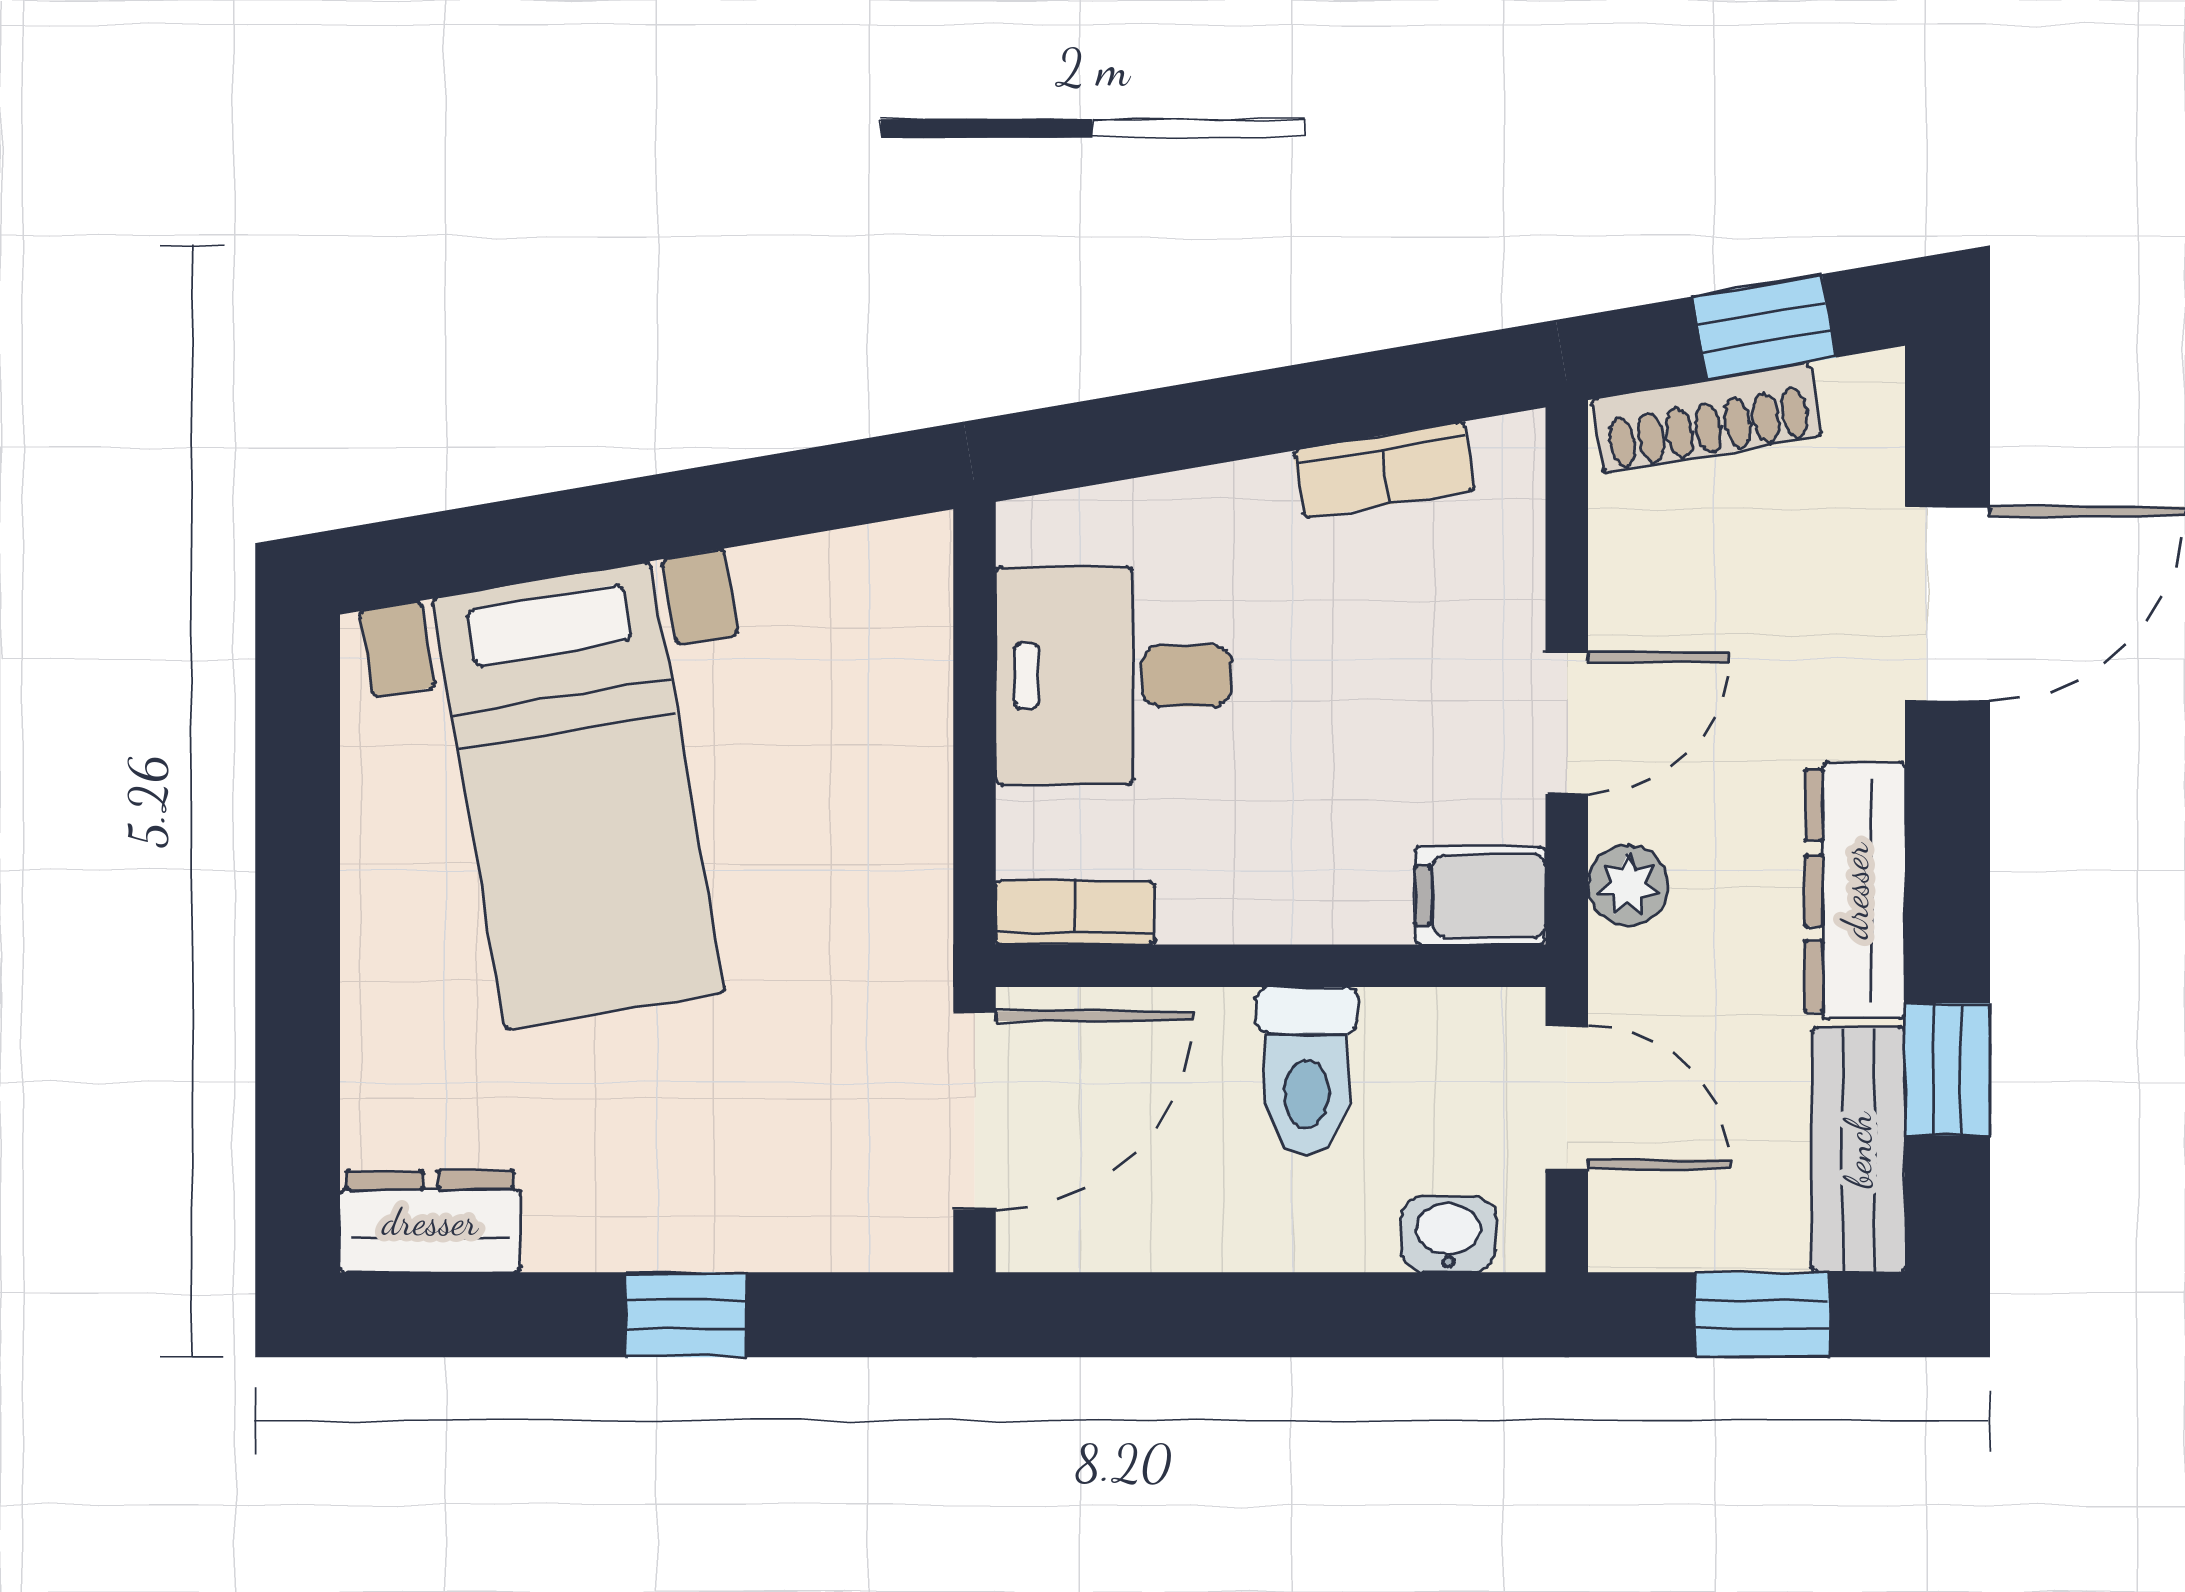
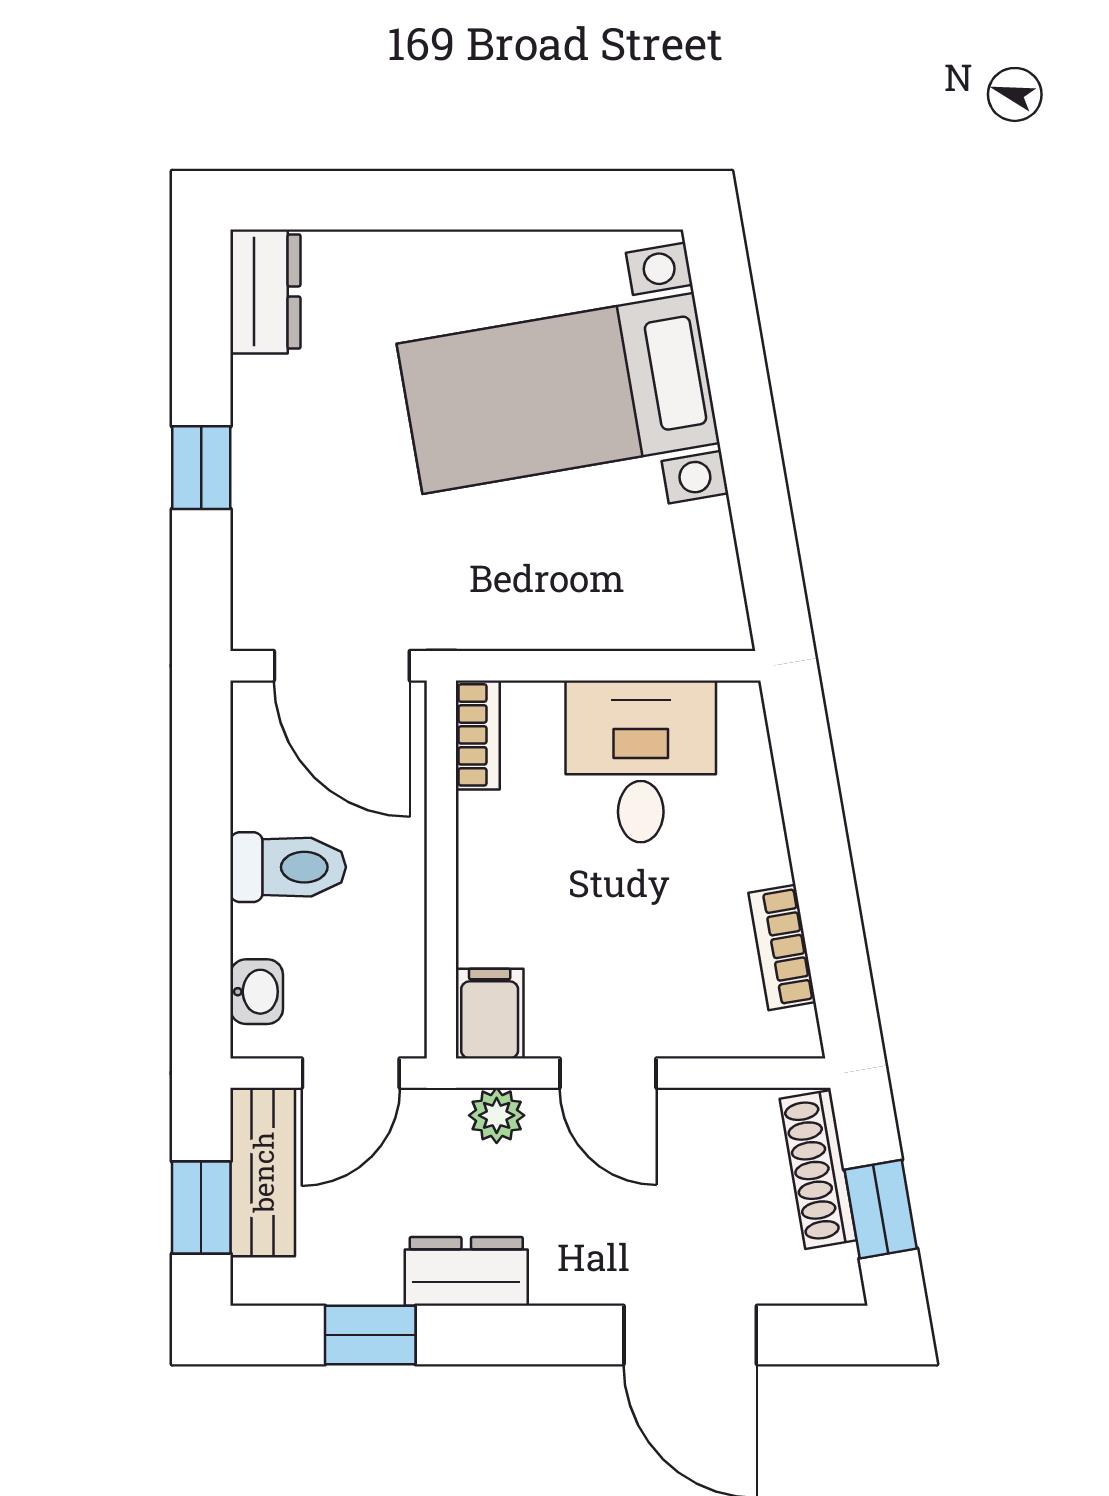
dresser: (1855, 891) -> (466, 1271), width x0.70
toilet: (1307, 1071) -> (288, 867), moved, turned 180
bench: (1858, 1150) -> (263, 1172), moved, turned 90

